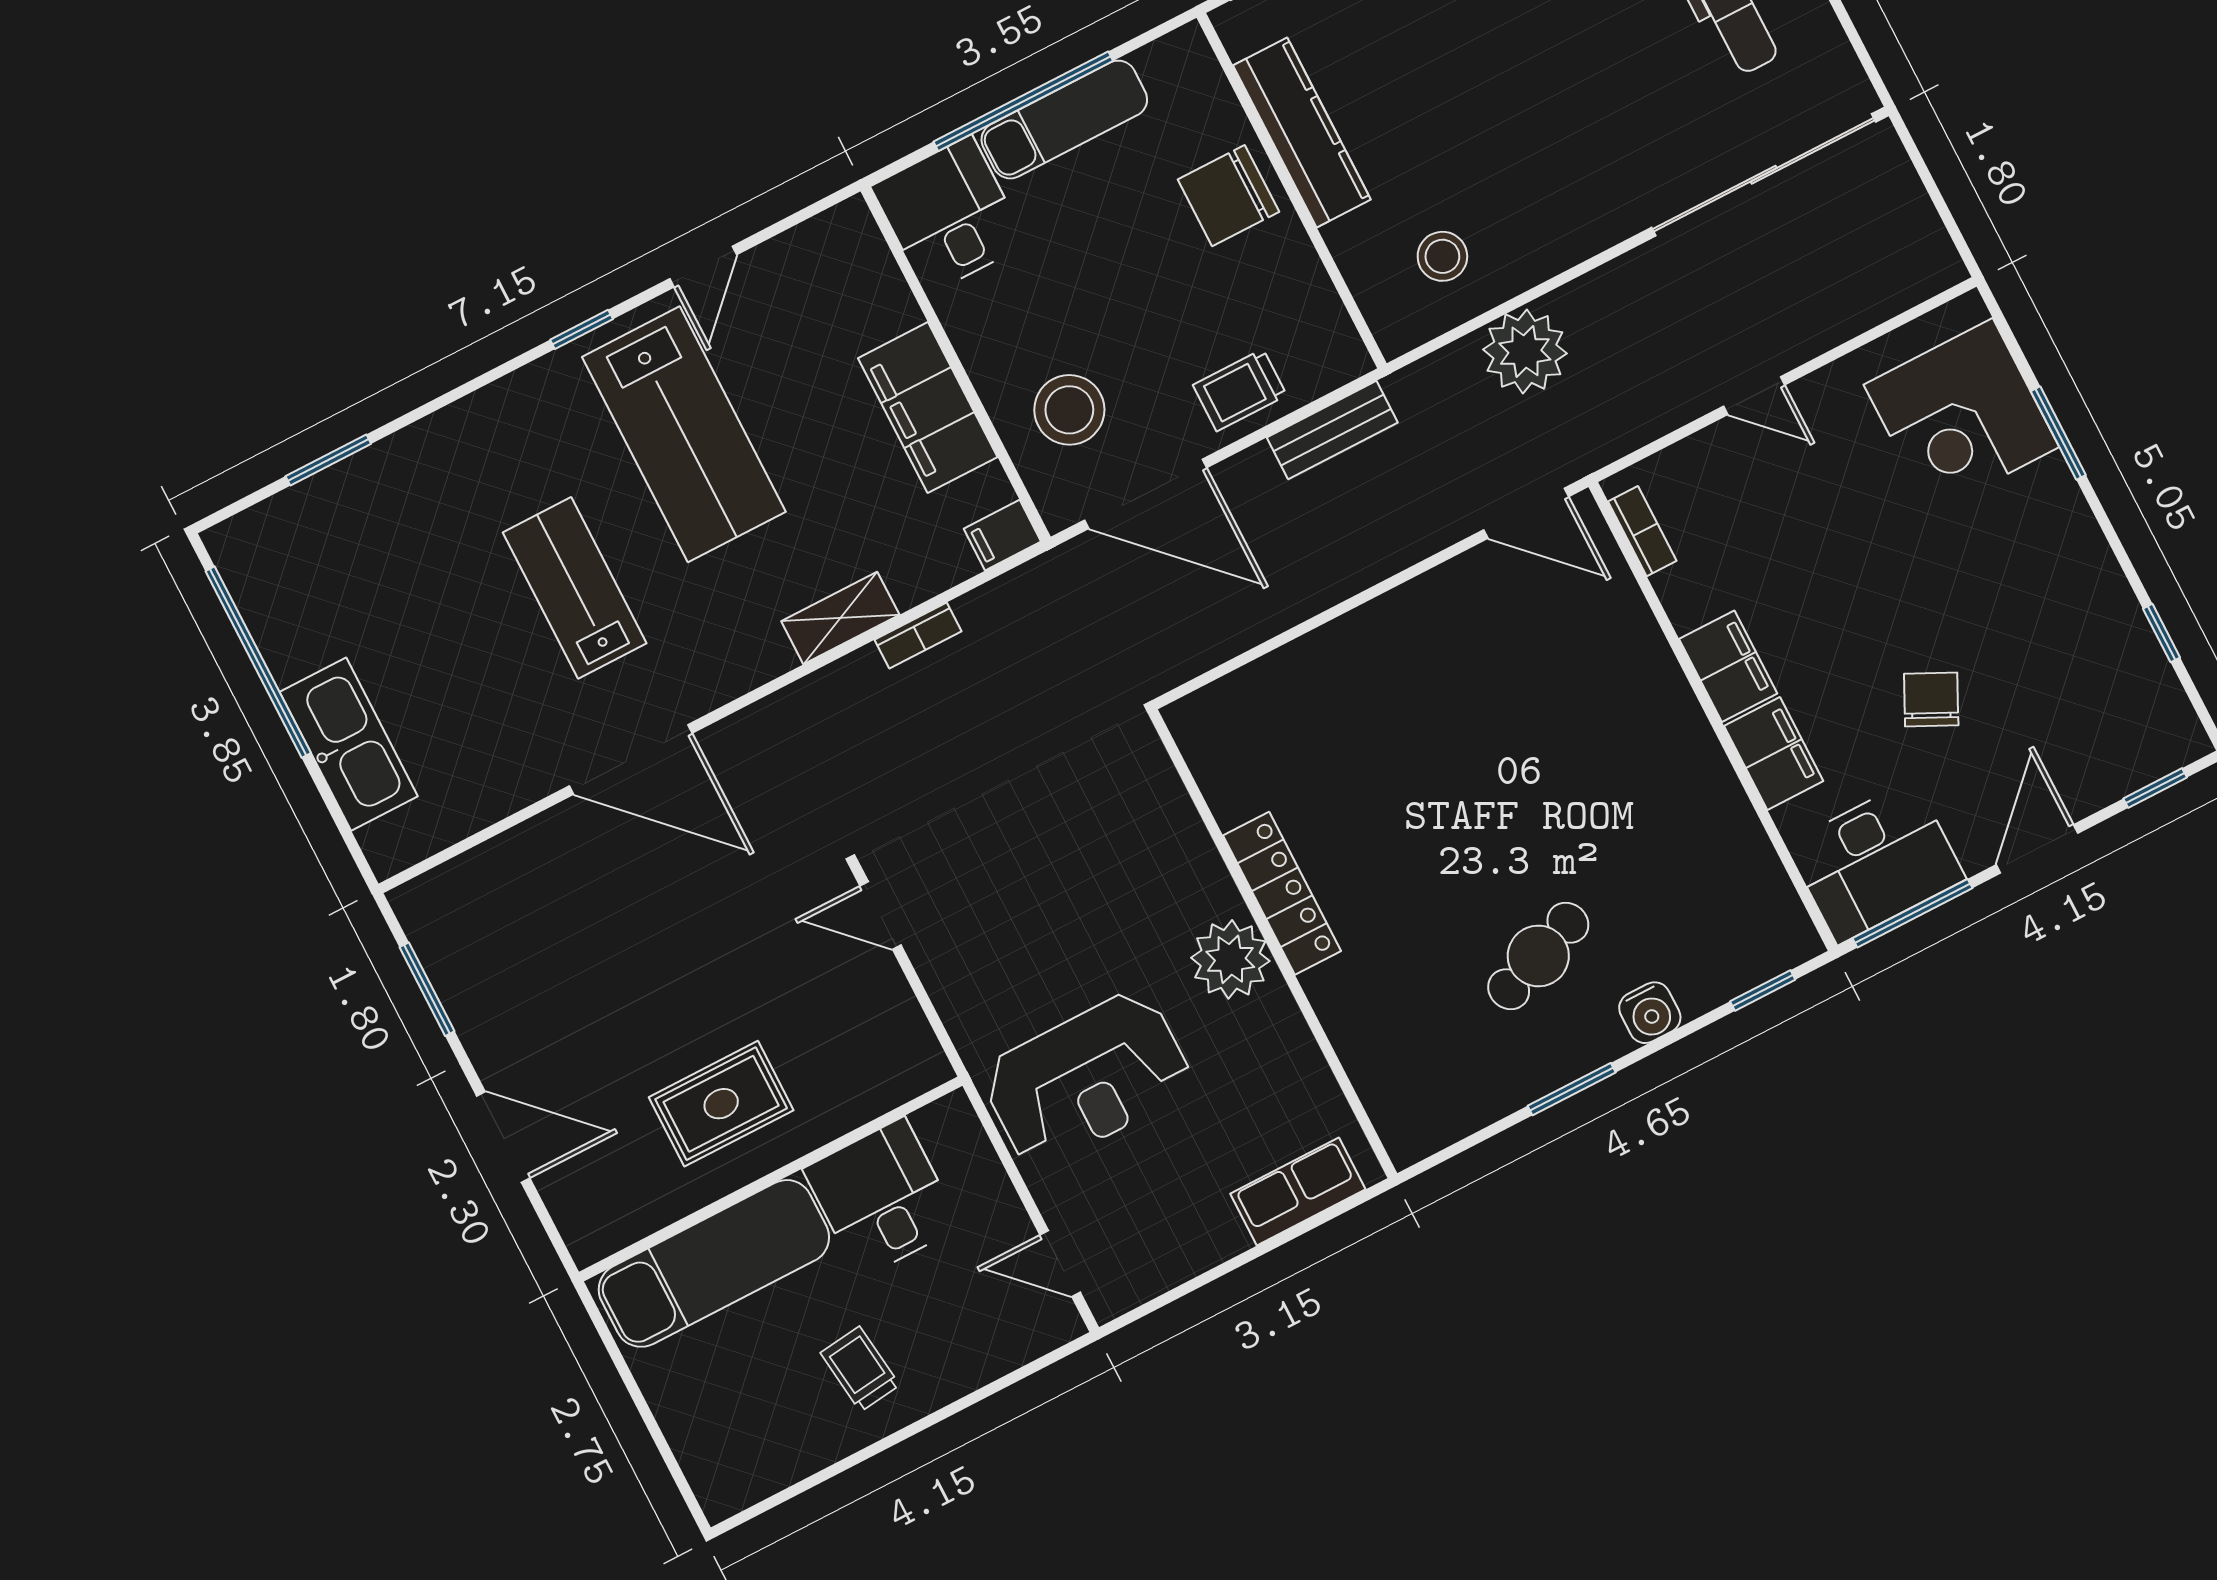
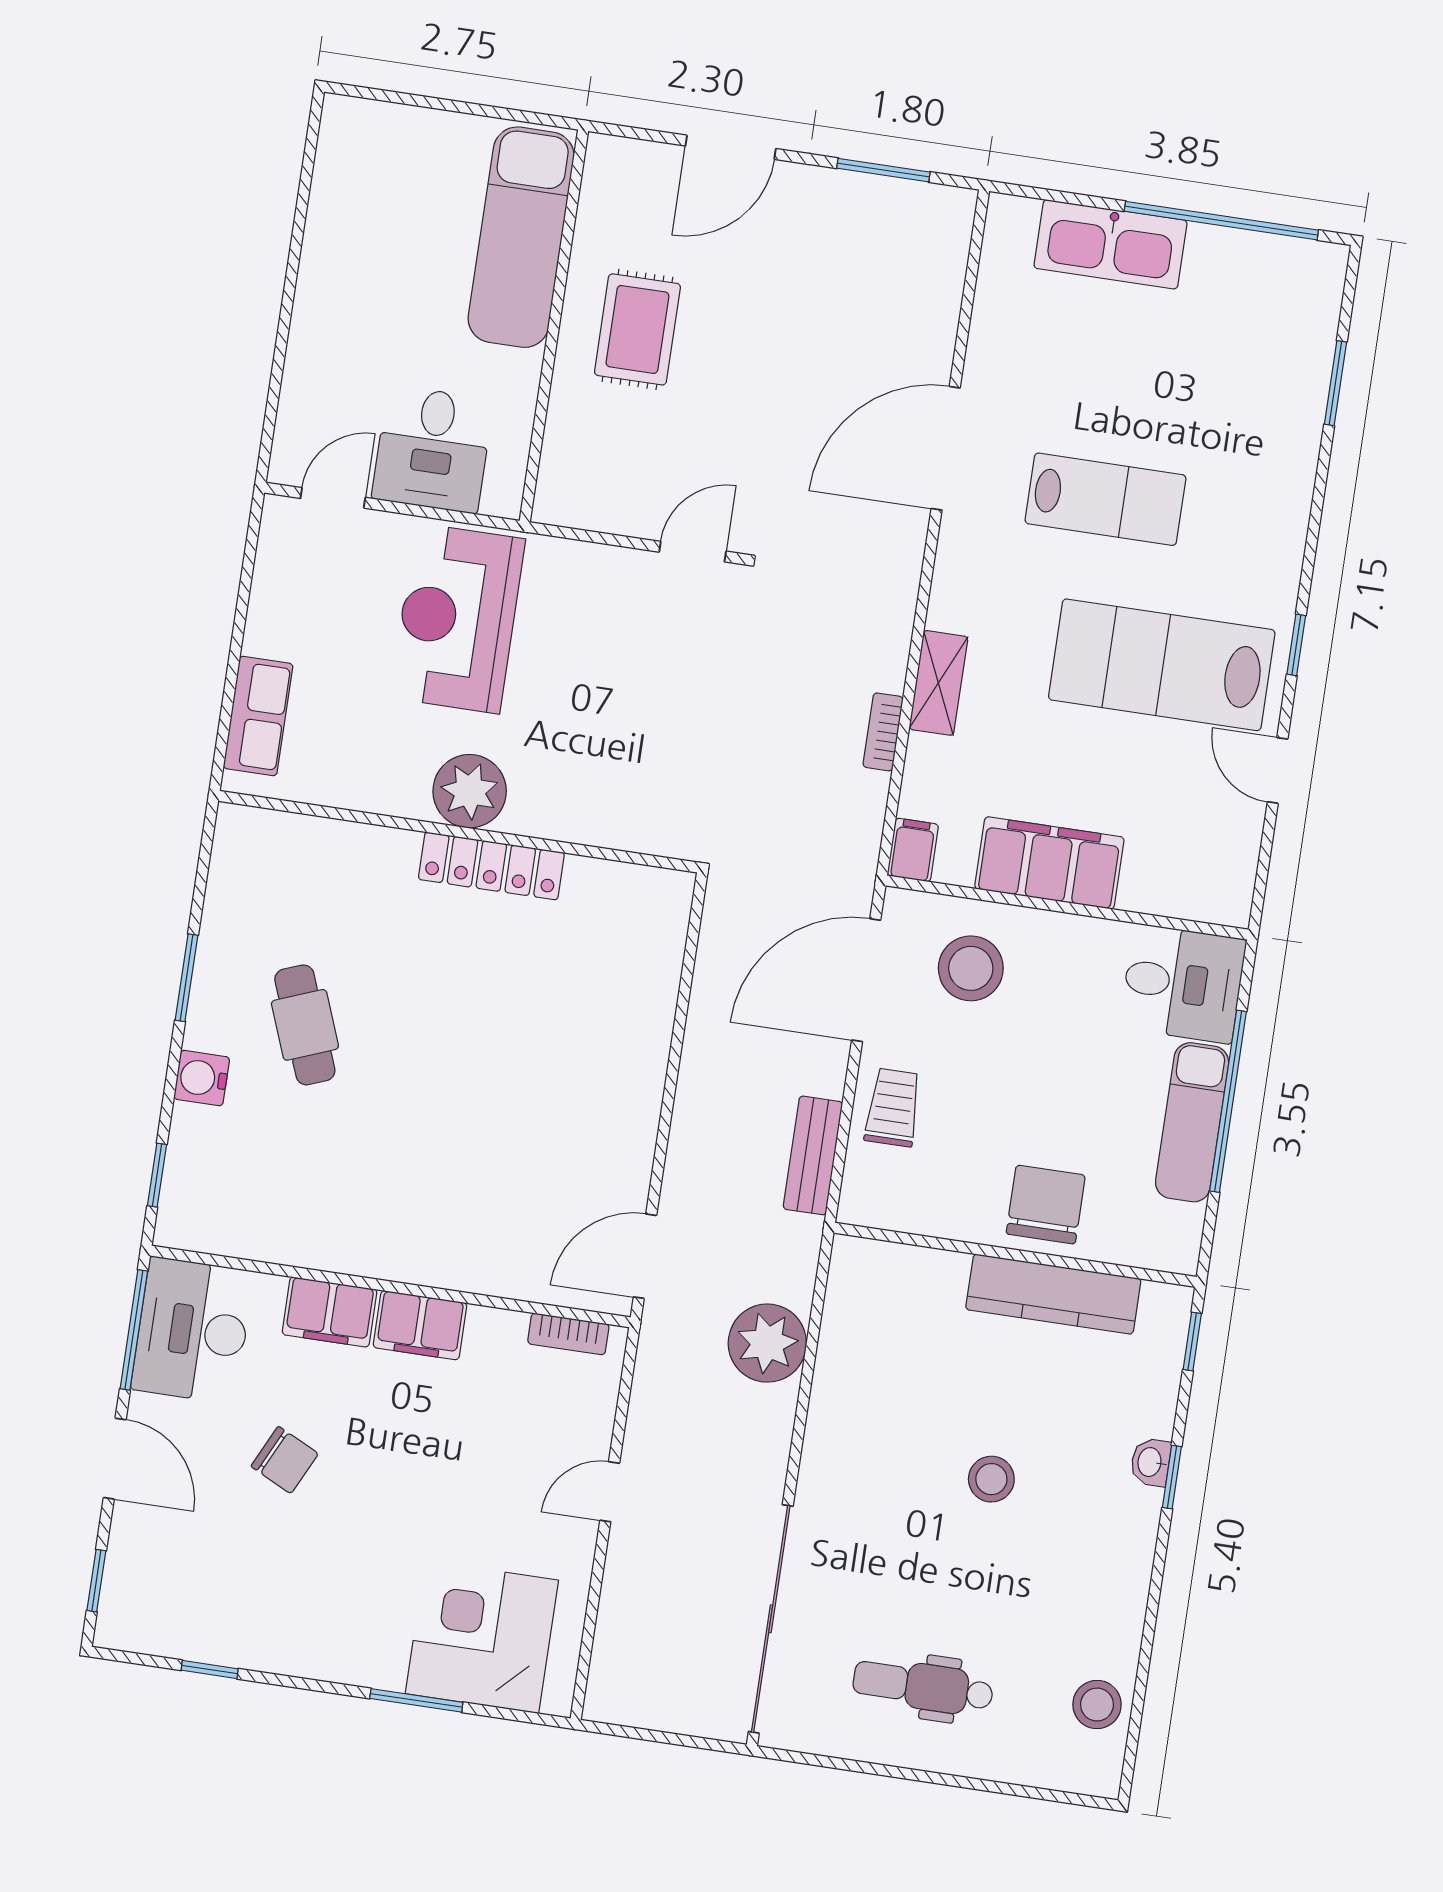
stool: (1442, 256) -> (991, 1479), moved
desk: (882, 1198) -> (433, 449), moved, turned 90
trolley: (860, 1369) -> (362, 290), removed

